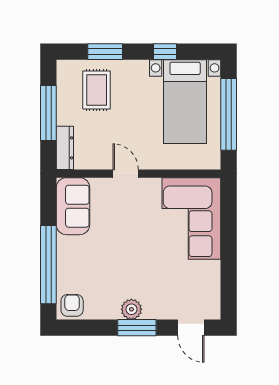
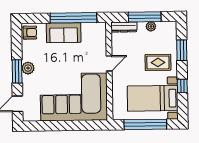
rug: (97, 90) -> (158, 62), moved
plant: (65, 103) -> (151, 26), added
sofa: (73, 206) -> (64, 33), moved
corner sofa: (191, 219) -> (74, 97), width x1.36, depth x1.36
window: (48, 265) -> (73, 18), moved

